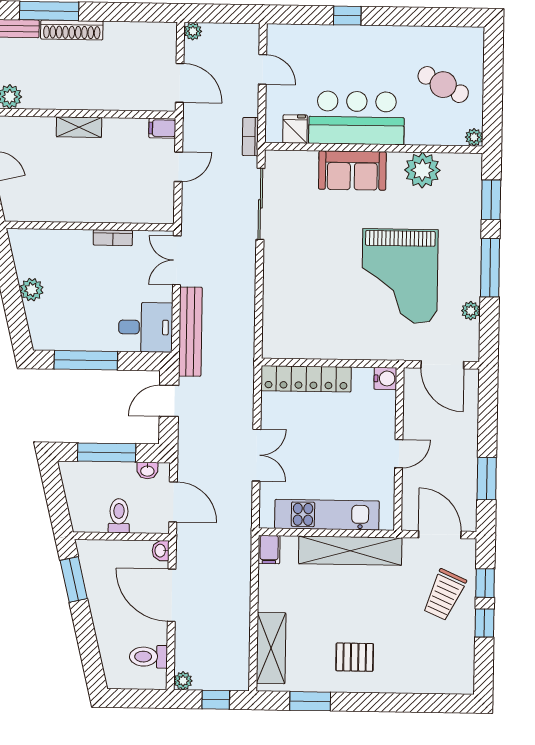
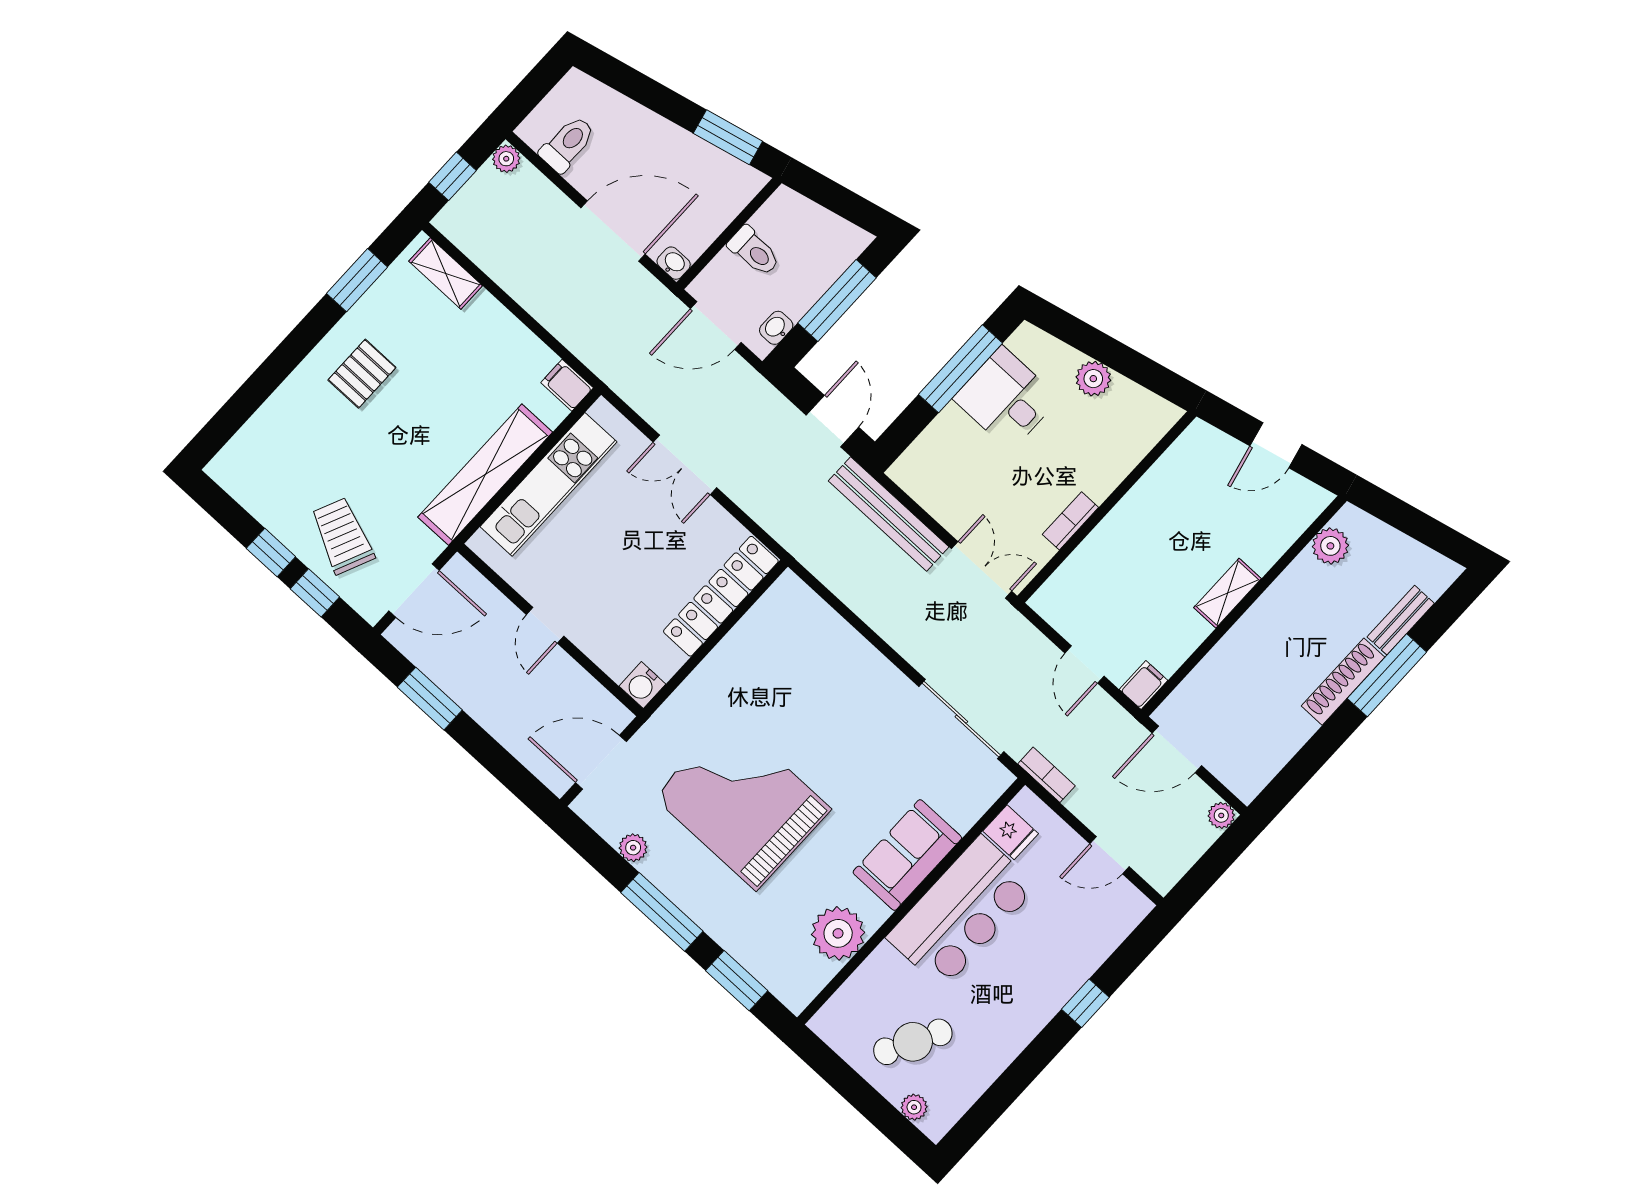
plant: (474, 137) -> (914, 1107), moved
desk: (146, 327) -> (1006, 399), moved, turned 90
shelving: (271, 648) -> (446, 273), width x0.67, depth x0.75

